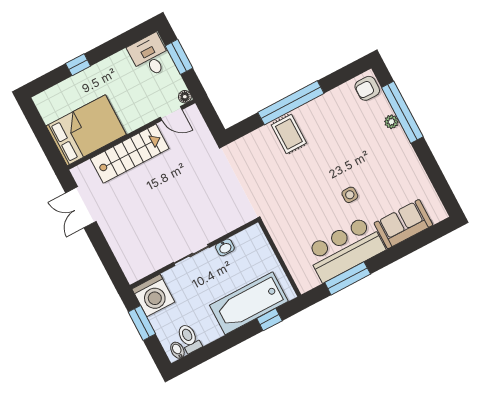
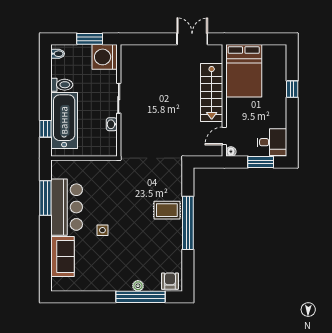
toilet: (189, 338) -> (62, 85), moved

